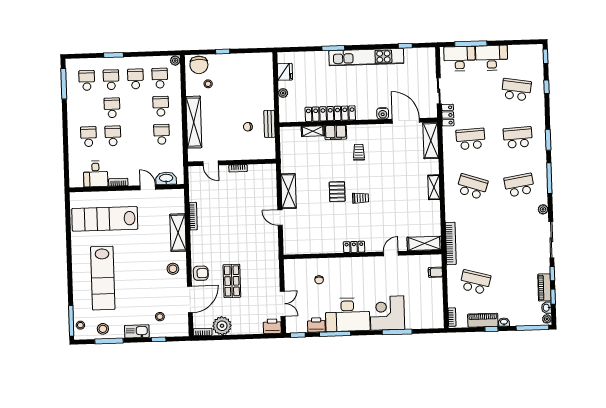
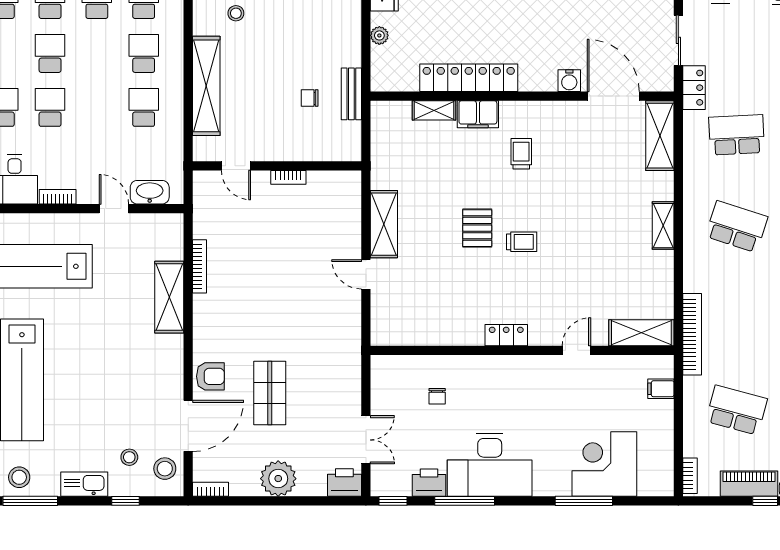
stool: (173, 269) -> (165, 469), moved
corner desk: (387, 313) -> (604, 464), moved
plant: (222, 326) -> (278, 479), moved

